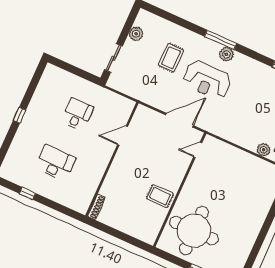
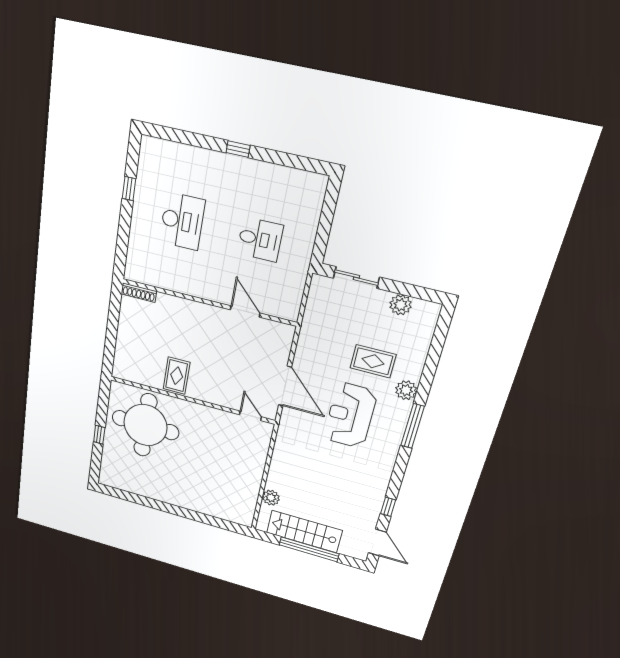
plant: (226, 54) -> (406, 390), moved

